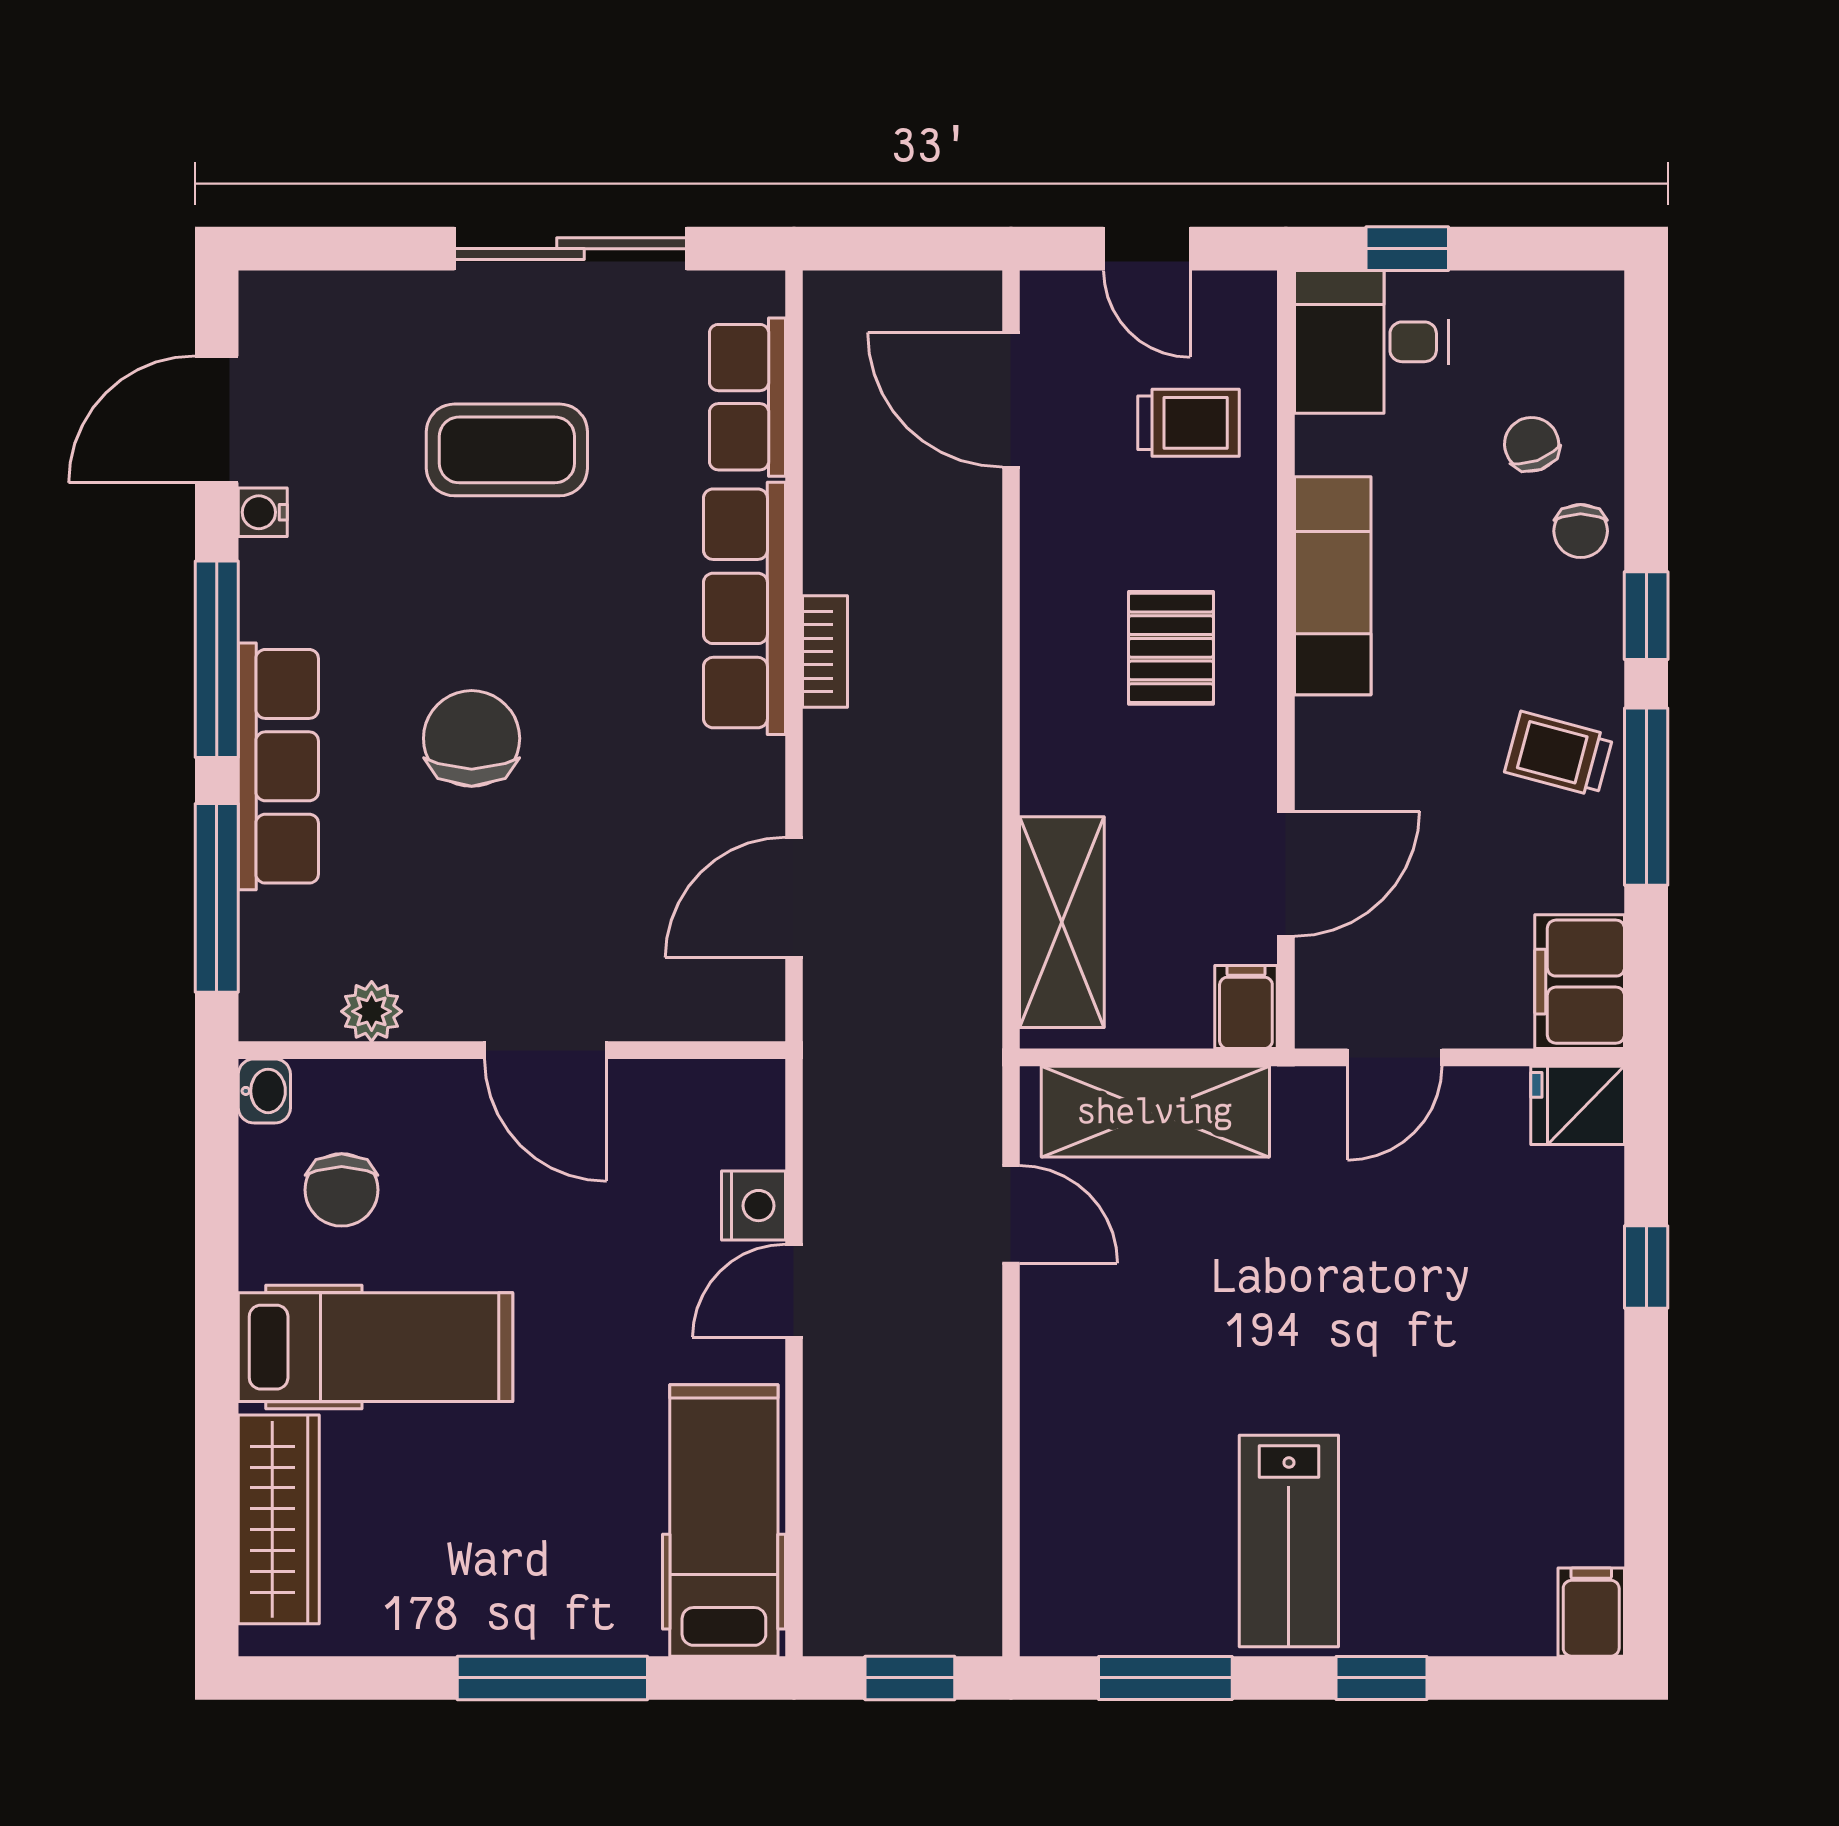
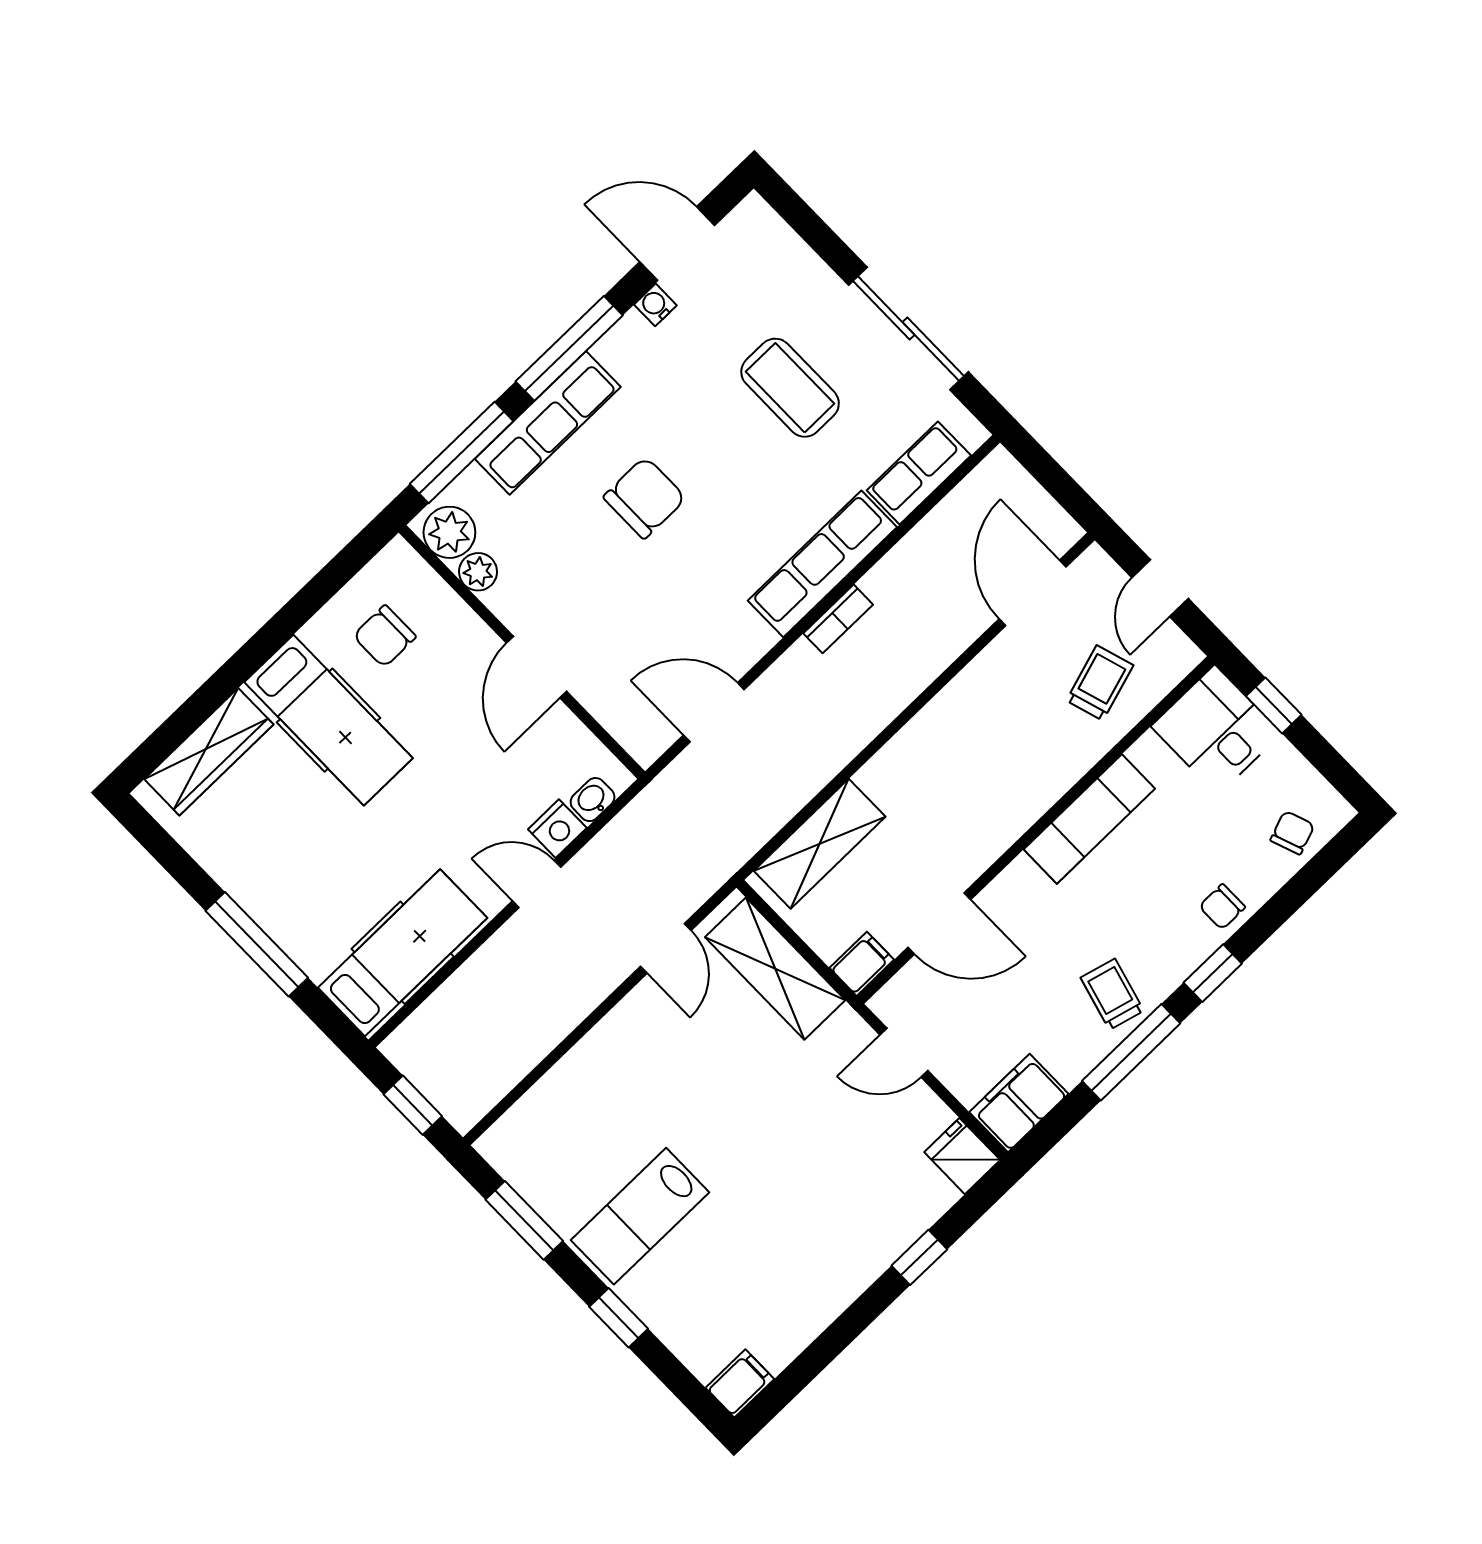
trolley: (1189, 423) -> (1100, 683), turned -107
chair: (1532, 444) -> (1292, 833), moved
pallet: (1171, 648) -> (991, 773), removed
plant: (295, 1000) -> (449, 532), added
washbasin: (264, 1091) -> (593, 800), moved, turned 180

